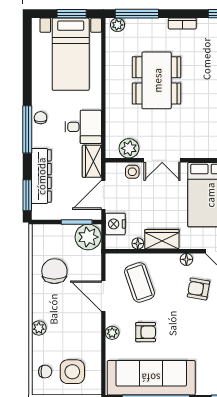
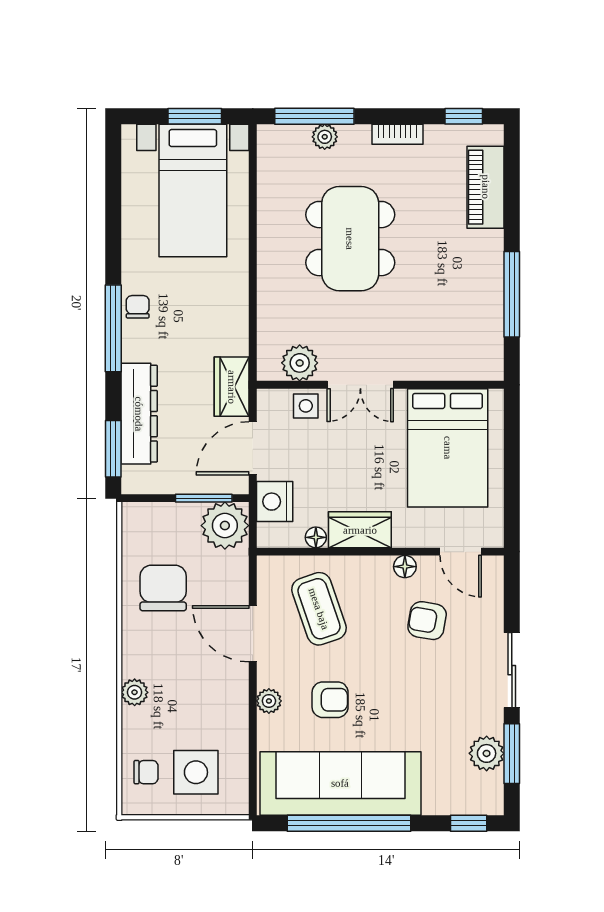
plant: (117, 25) -> (325, 137), moved
desk: (83, 127) -> (216, 324), removed

